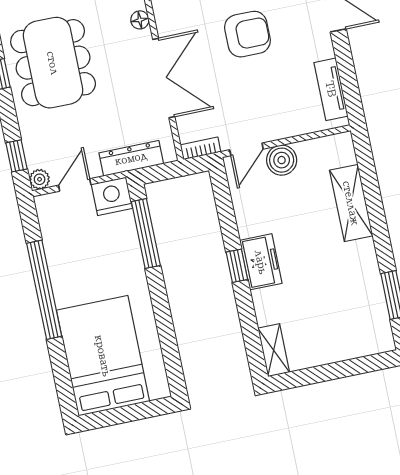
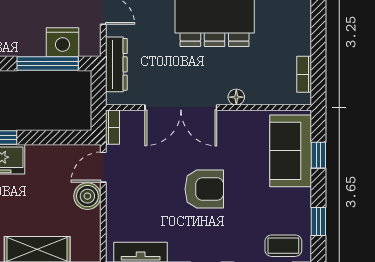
armchair: (247, 34) -> (204, 189), turned -90
door: (246, 149) -> (103, 167), hinge flipped
nightstand: (112, 196) -> (63, 42), moved, turned 90

